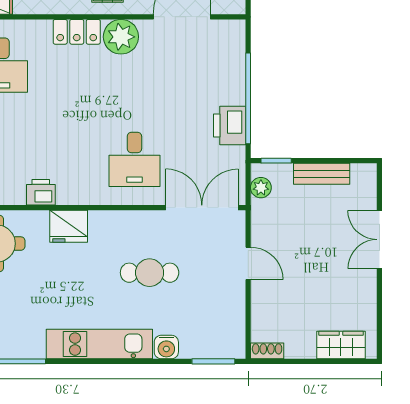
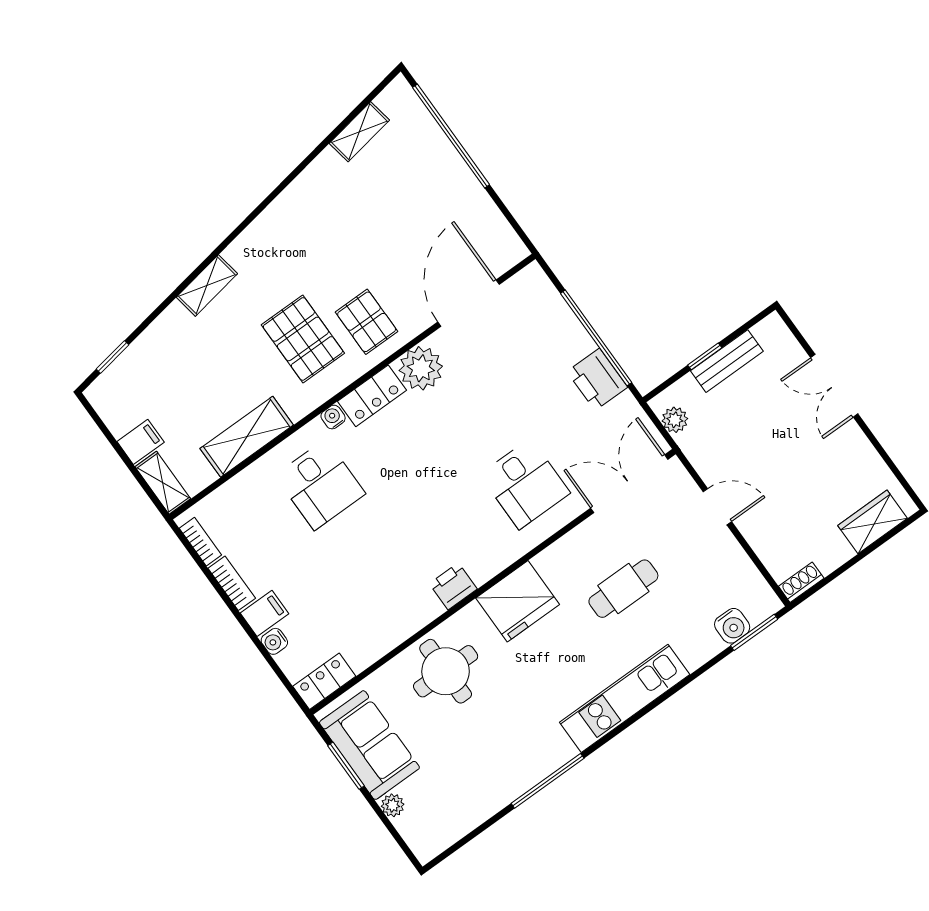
water cooler: (42, 27) -> (333, 417), added
window: (276, 161) -> (705, 356), moved
fridge: (69, 226) -> (518, 601), width x1.36, depth x1.34
water cooler: (166, 347) -> (732, 626), moved

